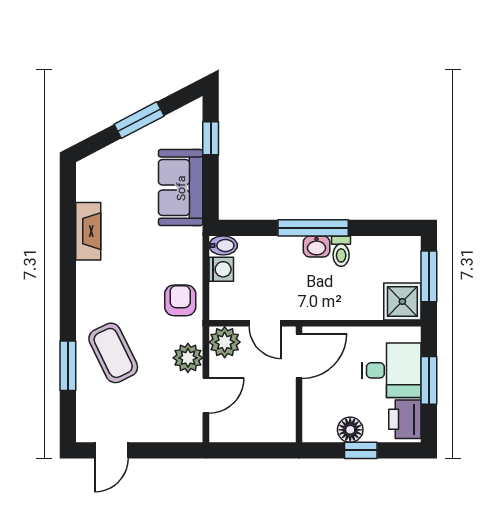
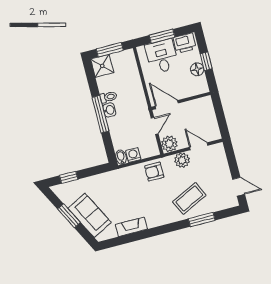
sofa: (181, 188) -> (90, 215), moved, turned -118
shower: (402, 301) -> (102, 66), moved

